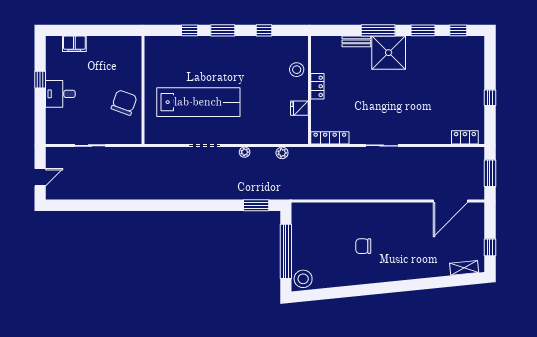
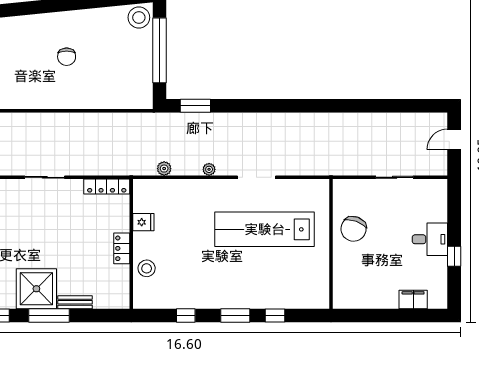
chair: (363, 246) -> (67, 57), turned 90

